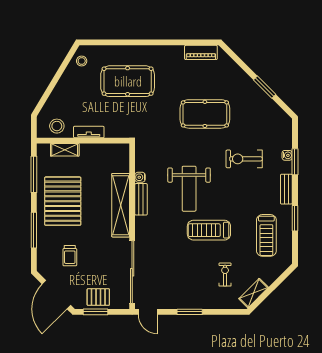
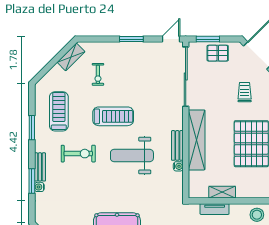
tv unit: (89, 132) -> (215, 209), moved
shelving: (65, 150) -> (222, 192), moved
exercise bike: (244, 159) -> (78, 154), moved
weight bench: (189, 189) -> (132, 156), turned -90
bench: (286, 189) -> (40, 167), moved
window: (96, 312) -> (208, 39), moved
door: (148, 312) -> (171, 39), hinge flipped

